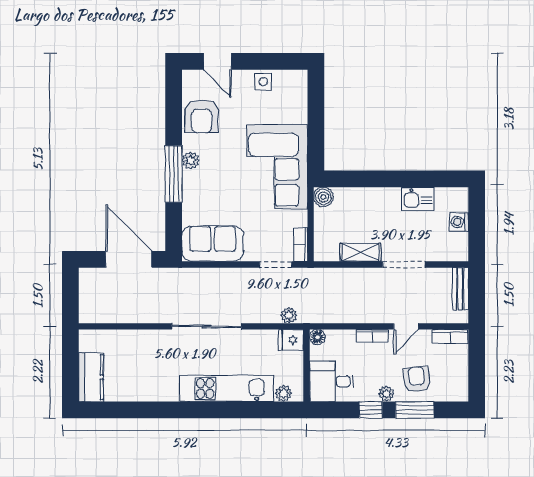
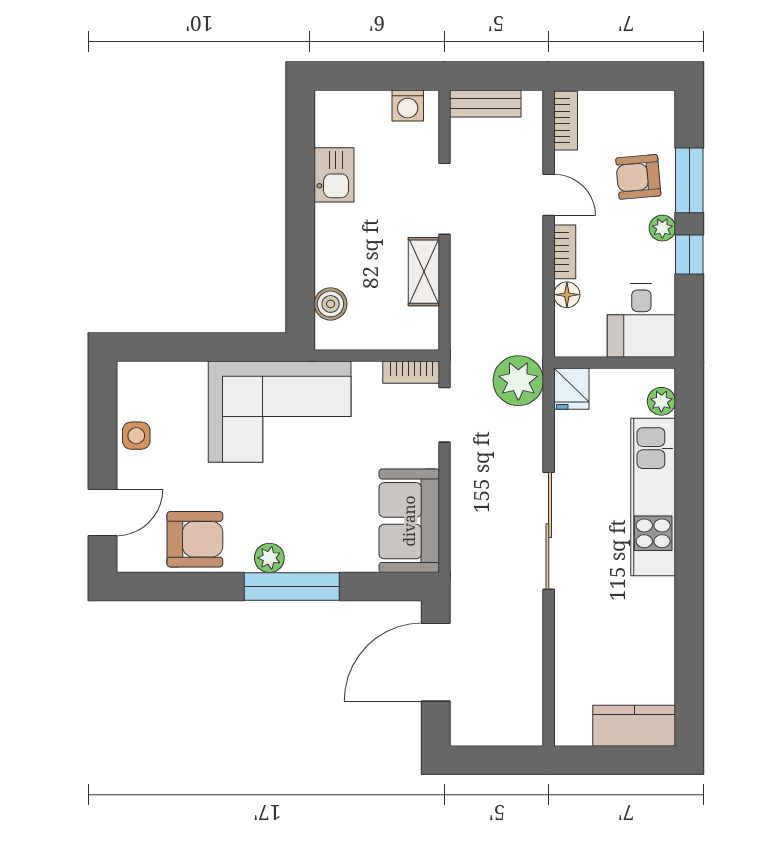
boiler: (323, 197) -> (331, 304), moved
washing machine: (459, 222) -> (408, 106), moved
plant: (289, 315) -> (518, 381), width x1.88, depth x1.88
floor lamp: (317, 337) -> (567, 295), moved

